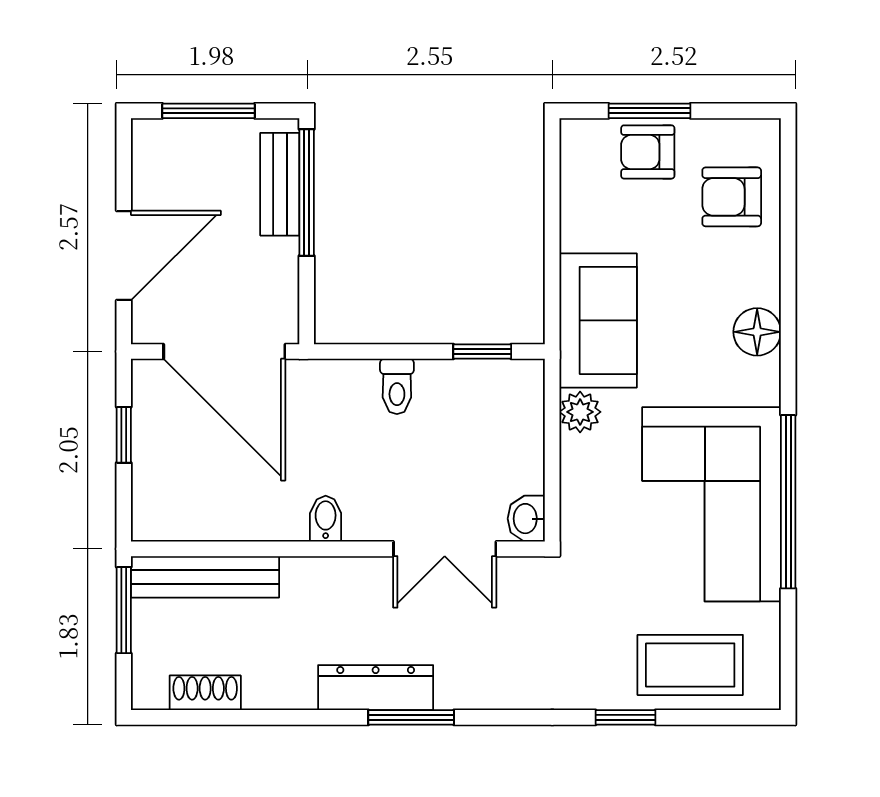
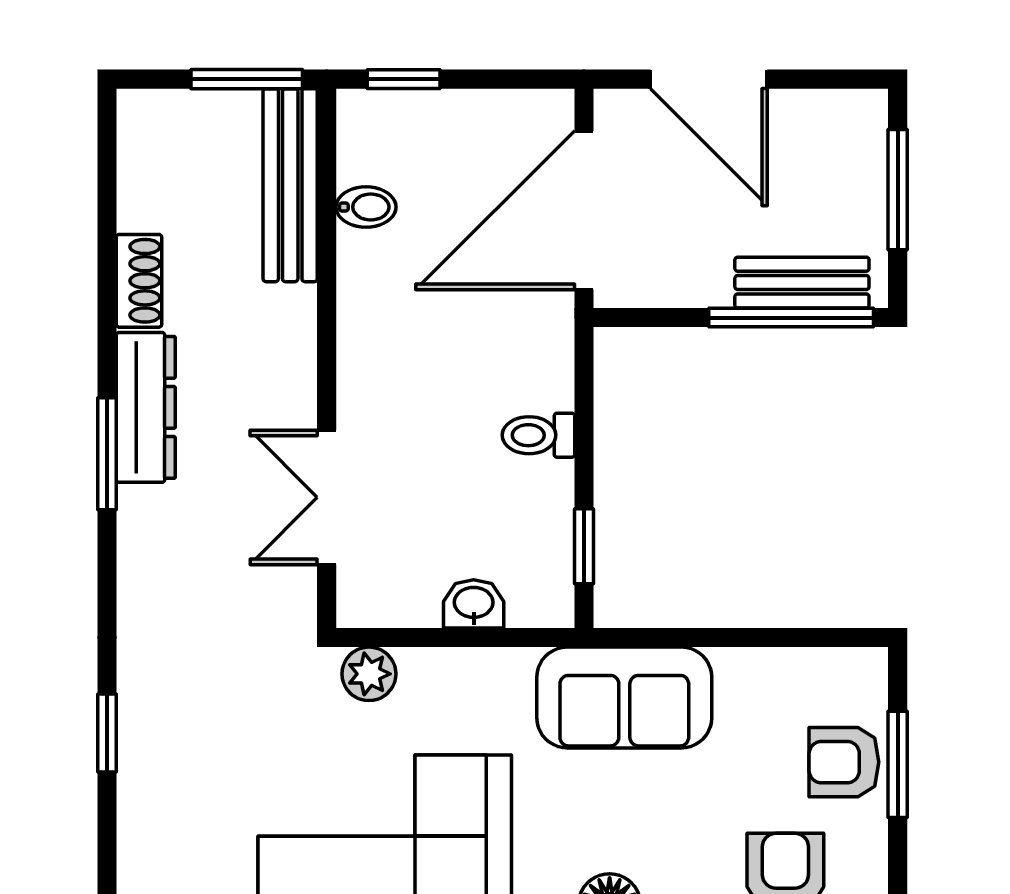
armchair: (648, 152) -> (844, 762), turned -90
plant: (580, 412) -> (369, 674), moved
window: (124, 435) -> (404, 79), moved
bidet: (326, 519) -> (366, 207), moved
washbasin: (526, 519) -> (474, 604), moved
coffee table: (690, 665) -> (175, 817), removed
shoe rack: (205, 693) -> (139, 281), moved

